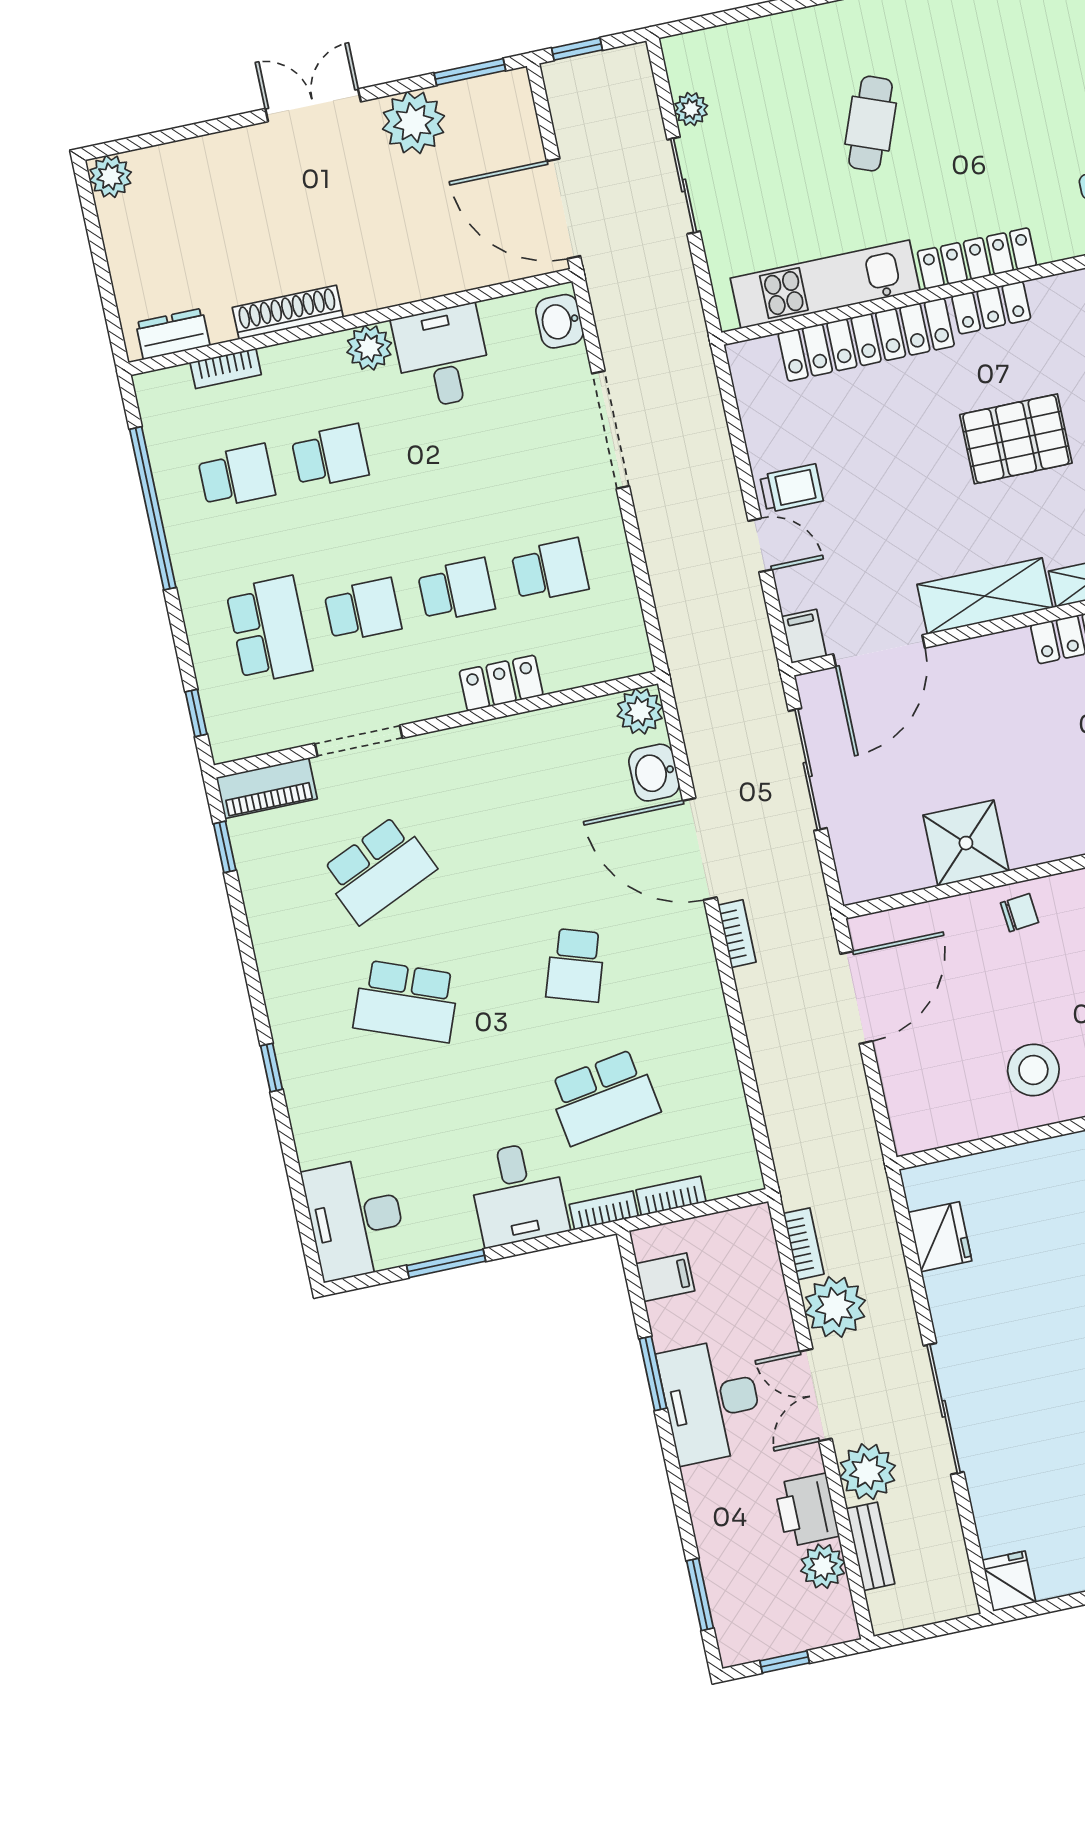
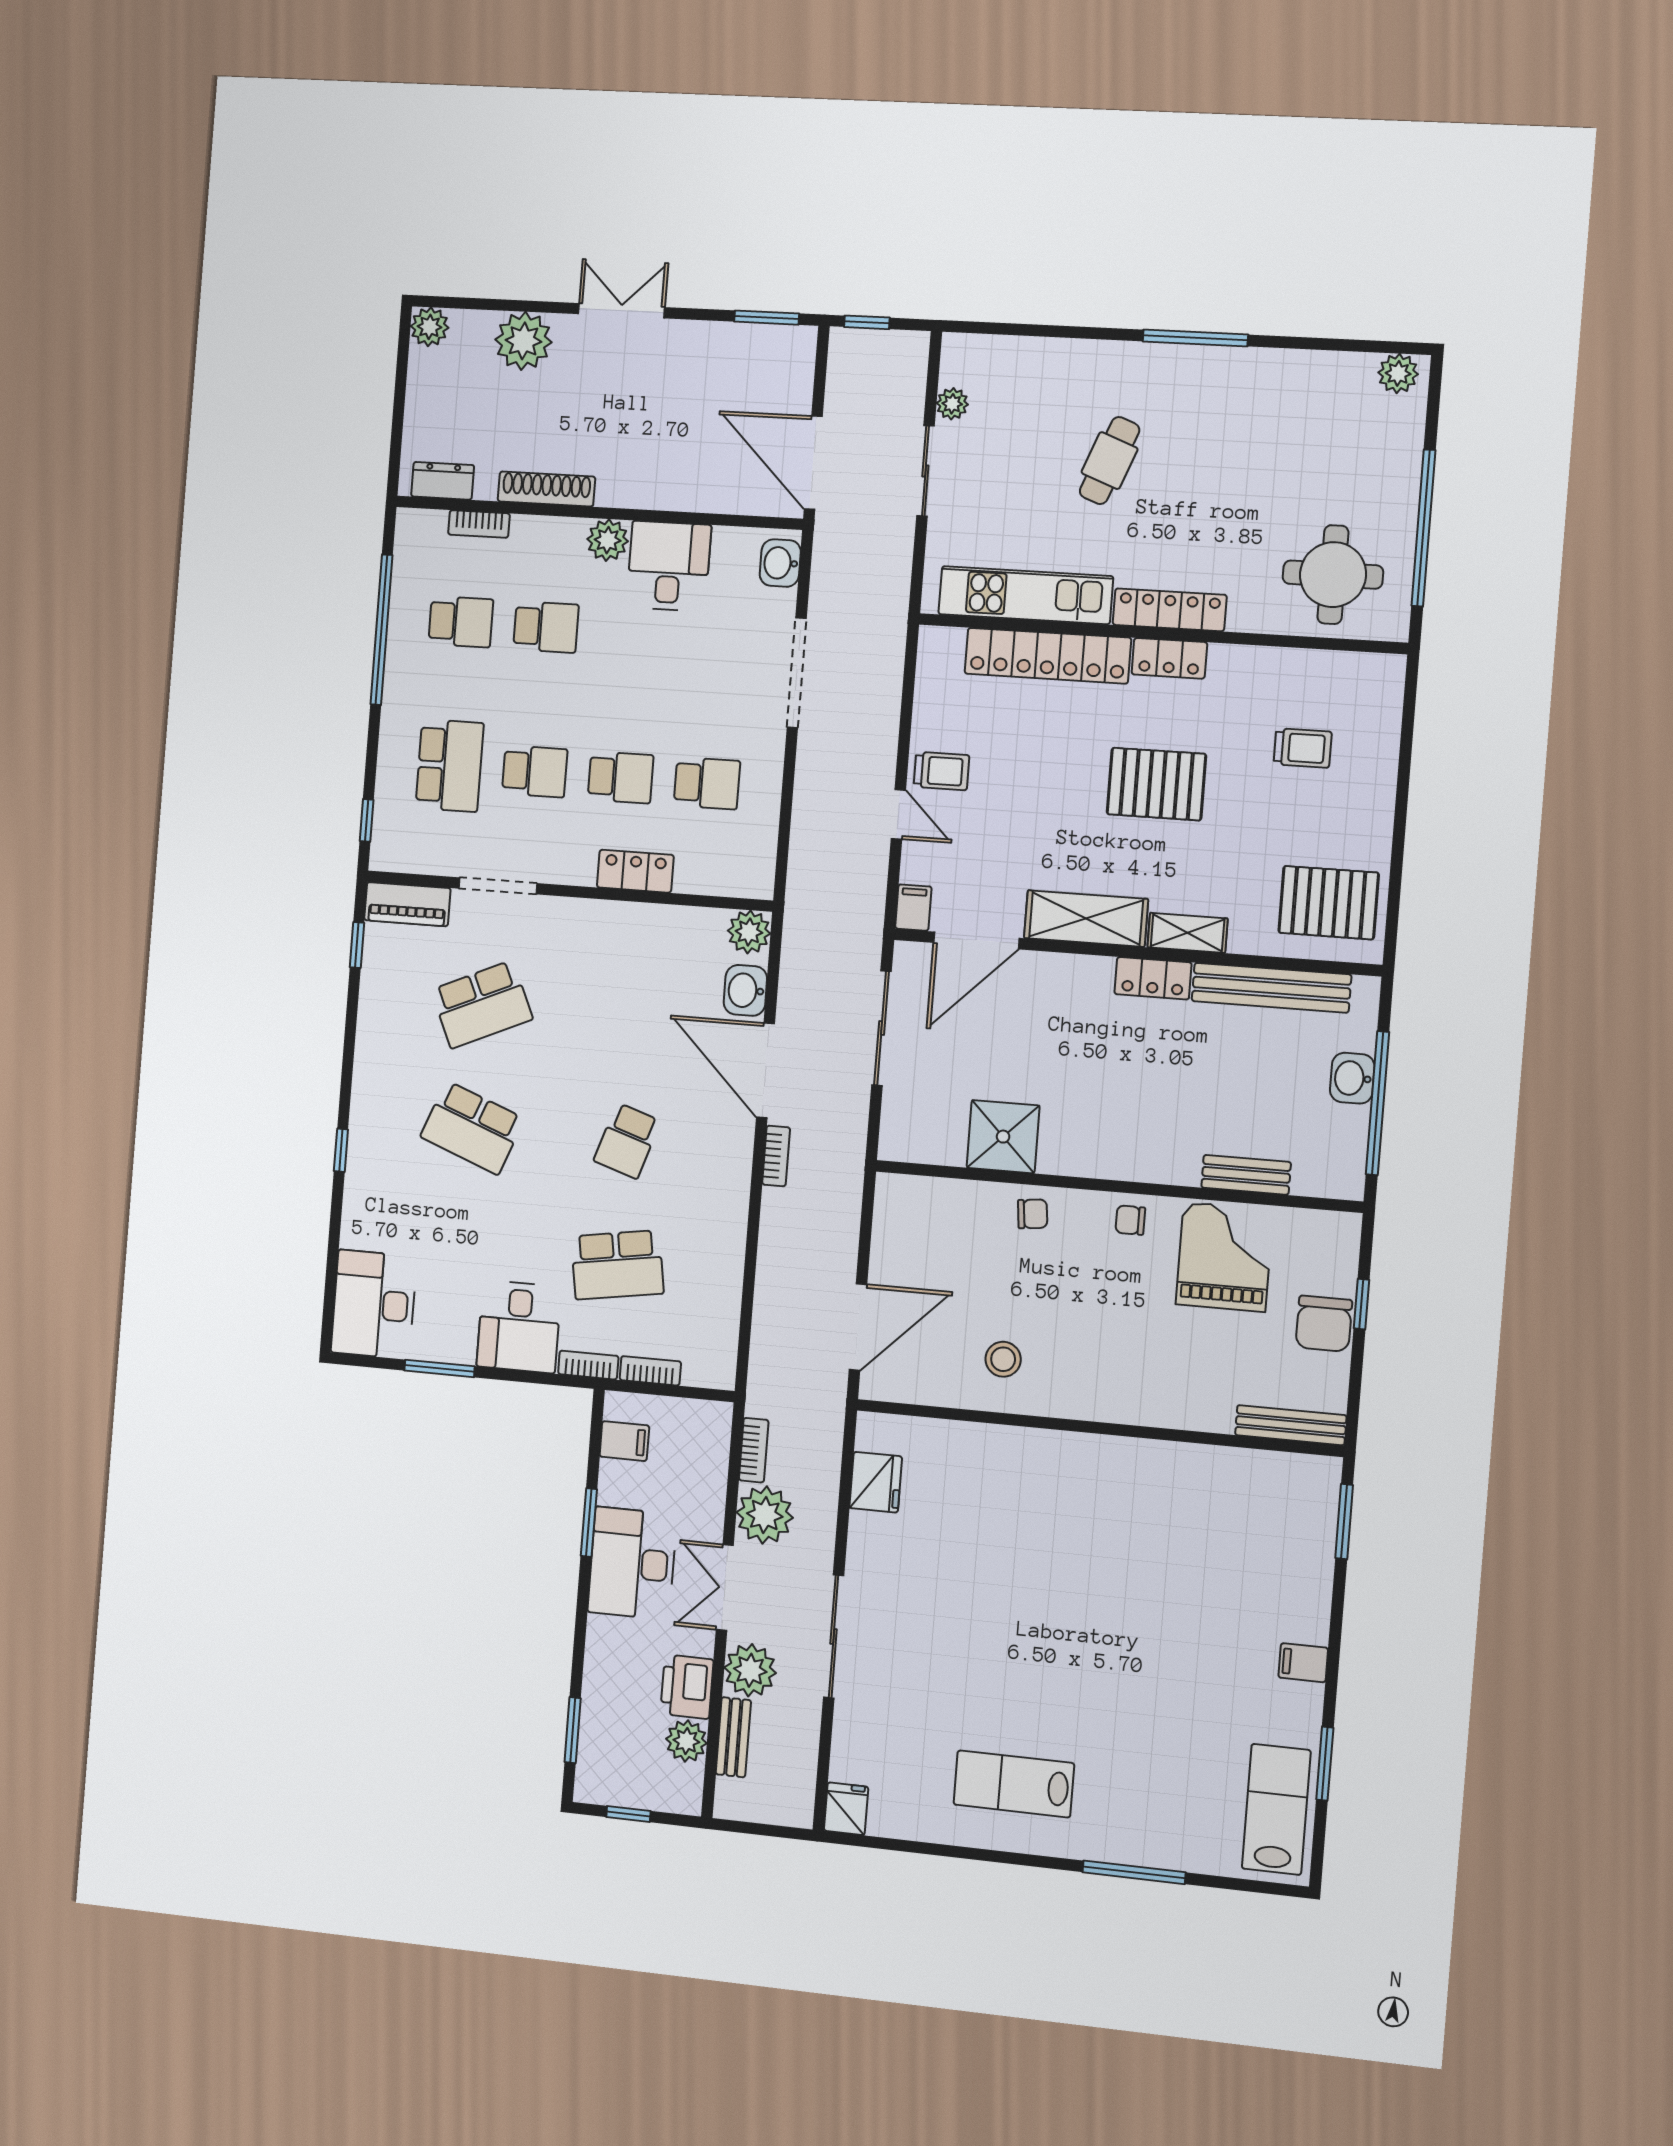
plant: (413, 123) -> (523, 341), moved
door: (856, 998) -> (858, 1327), moved
stool: (1033, 1070) -> (1003, 1359), width x0.73, depth x0.73

